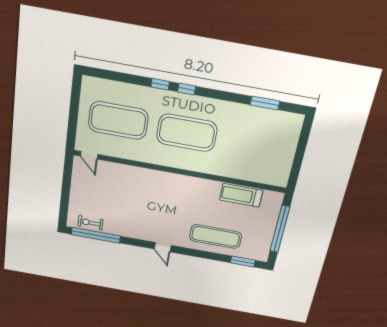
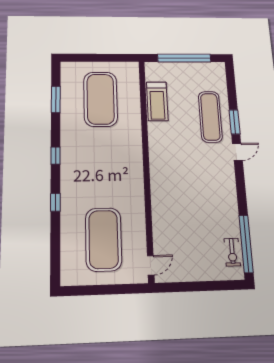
window: (187, 89) -> (56, 156), moved
exercise mat: (187, 133) -> (101, 99), moved
door: (163, 247) -> (237, 152), moved
window: (243, 261) -> (235, 122), moved

